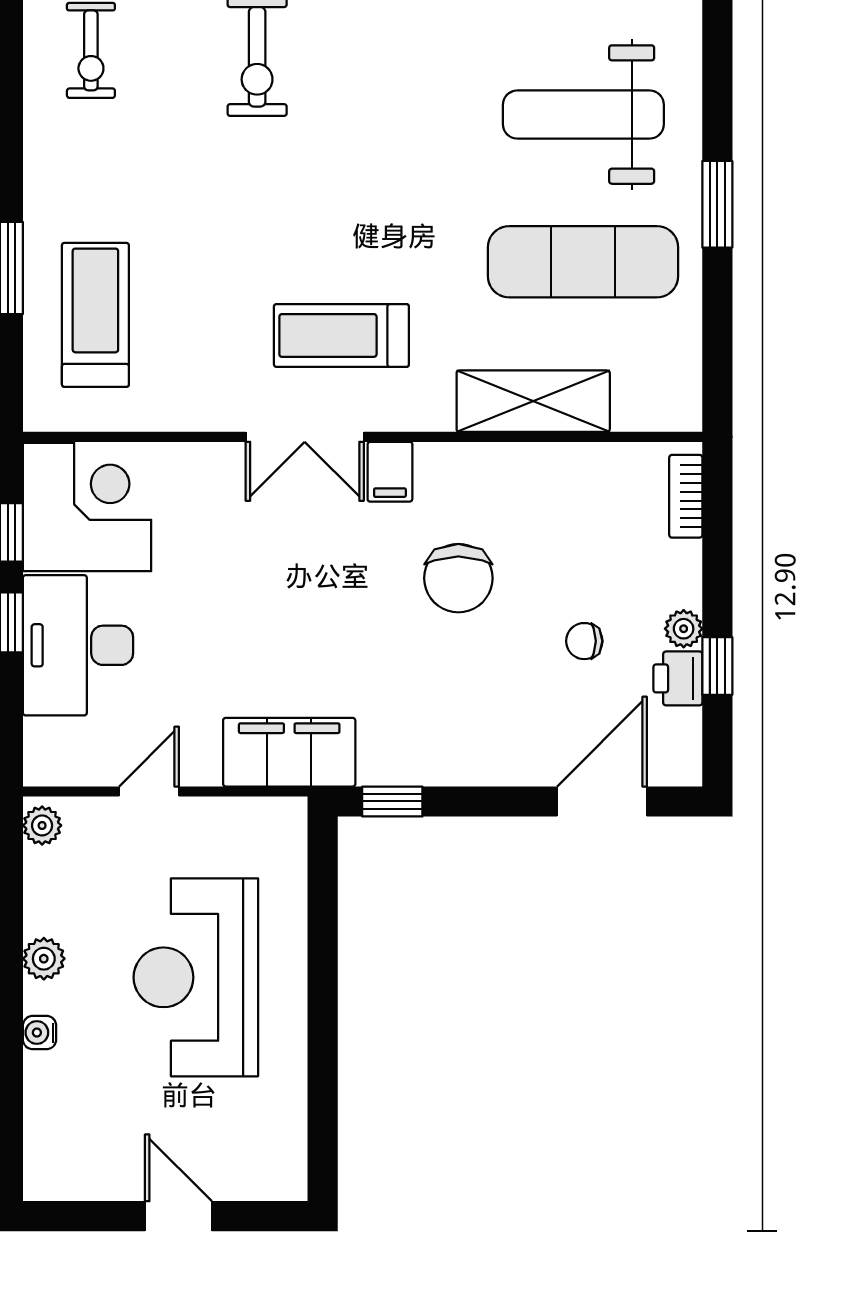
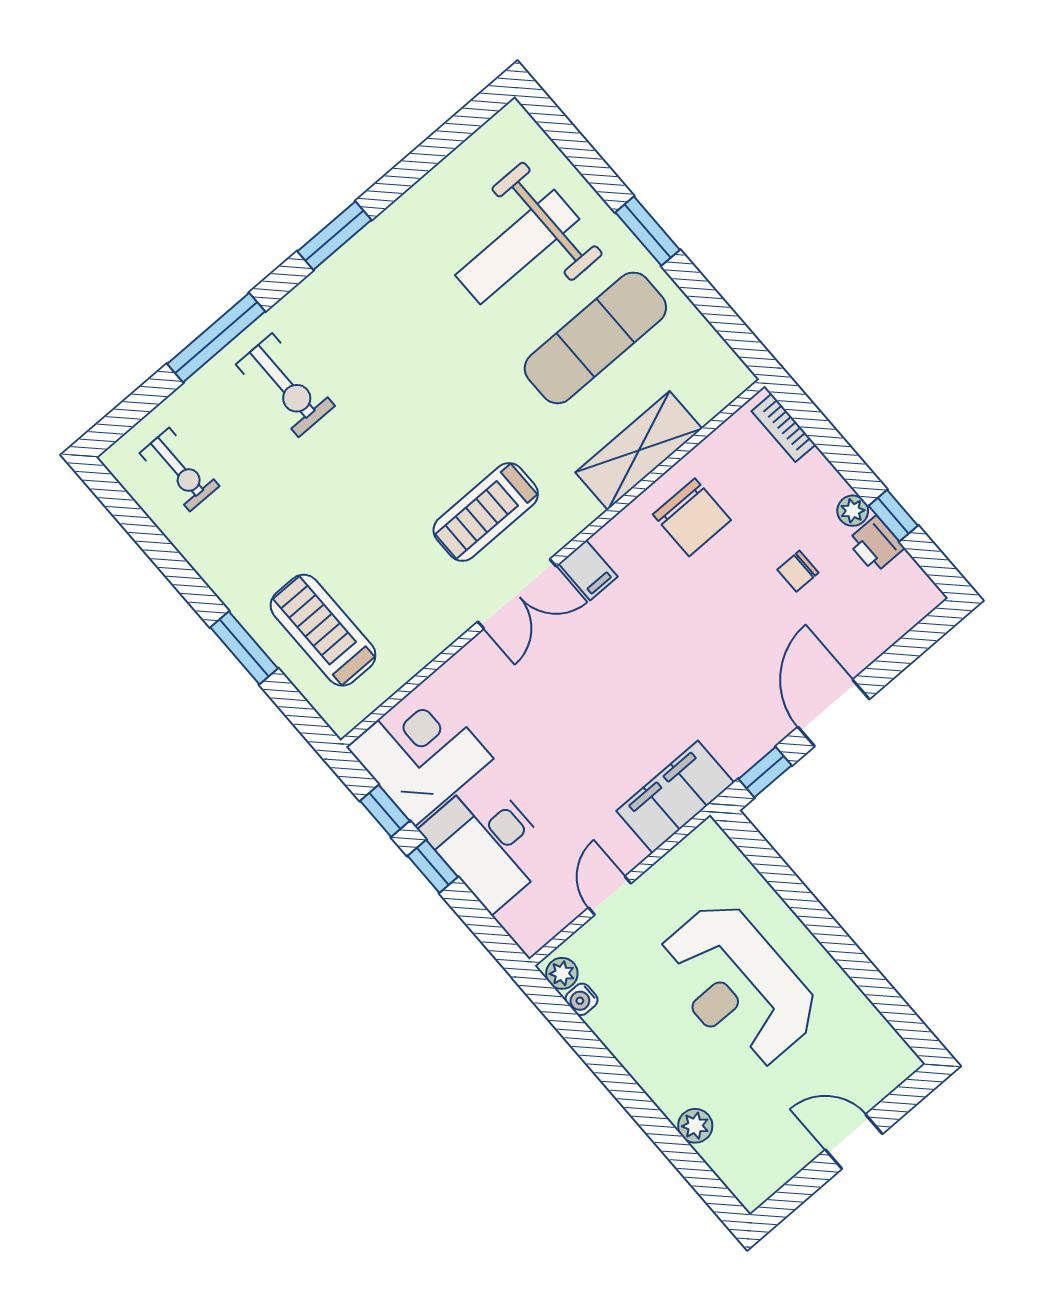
chair: (458, 578) -> (692, 517), moved
door: (602, 801) -> (834, 713), moved
plant: (44, 959) -> (695, 1126), moved
water cooler: (40, 1033) -> (582, 999), moved

